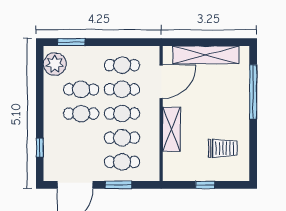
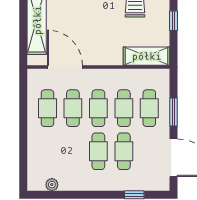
window: (71, 42) -> (23, 161), removed
plant: (55, 64) -> (52, 185), width x0.53, depth x0.53
cafe table: (81, 89) -> (124, 151), moved
shelving: (171, 129) -> (147, 56), moved

